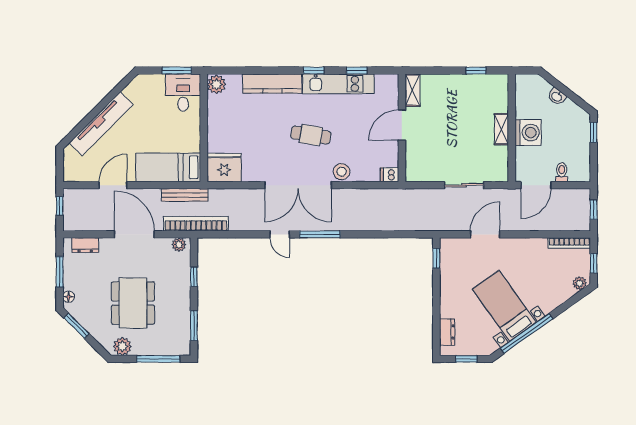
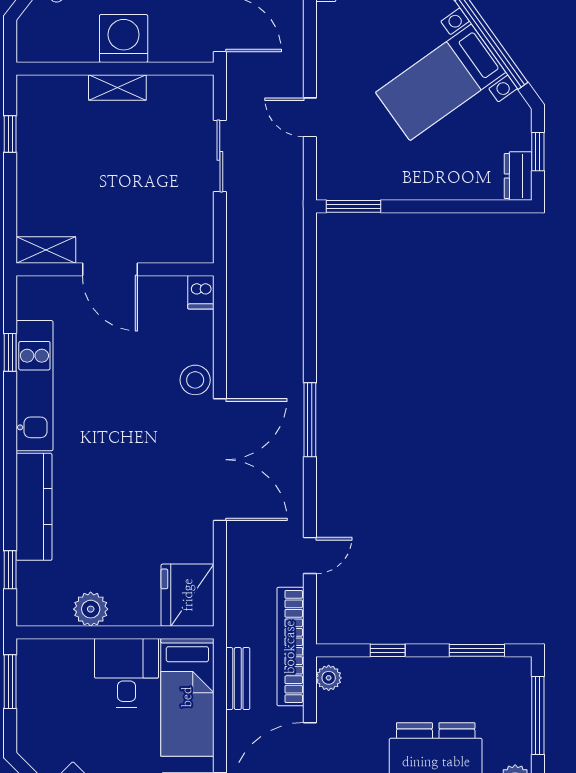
window: (314, 71) -> (10, 570), moved
plant: (216, 84) -> (91, 609), moved
desk: (183, 93) -> (126, 673), moved, turned 90
cafe table: (311, 135) -> (128, 436), removed
bench: (185, 195) -> (238, 679), width x0.73
door: (280, 234) -> (310, 555), moved
door: (485, 234) -> (310, 117), width x0.73
window: (436, 258) -> (354, 206), width x1.50
dresser: (447, 332) -> (518, 176), moved, turned -90

